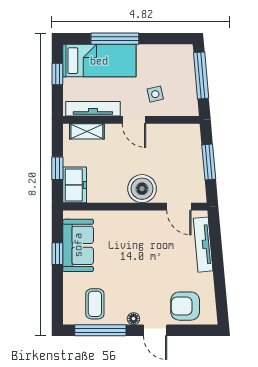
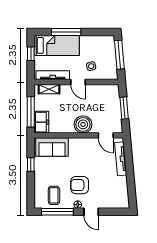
window: (57, 168) -> (31, 112), width x2.17
sofa: (78, 245) -> (52, 147), moved, turned 90
armchair: (185, 306) -> (80, 185), moved

